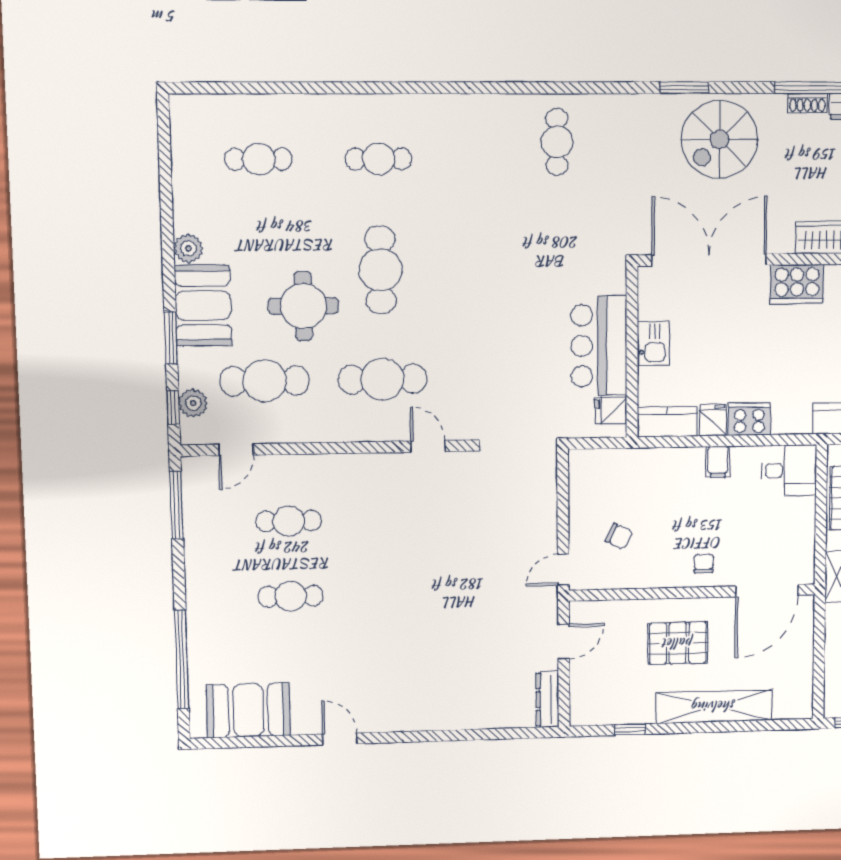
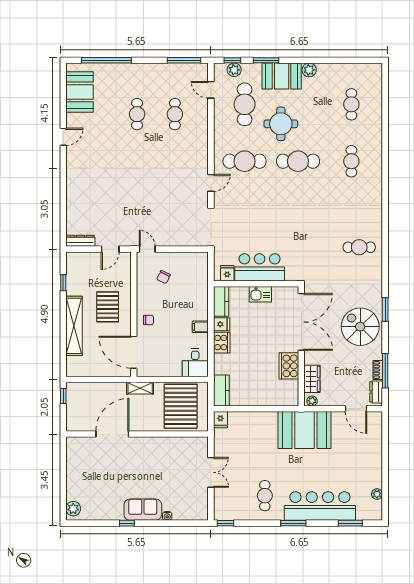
cafe table: (383, 379) -> (245, 161), turned 90
door: (564, 642) -> (110, 249), hinge flipped

